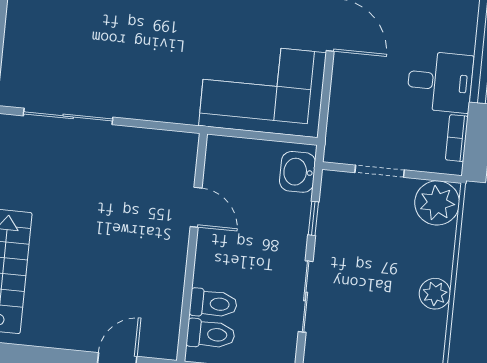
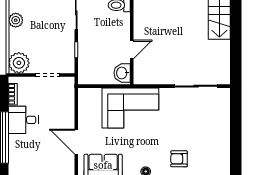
corner sofa: (262, 89) -> (130, 108), moved
washbasin: (298, 172) -> (122, 73), moved, turned 180
door: (196, 207) -> (132, 50), swing flipped

